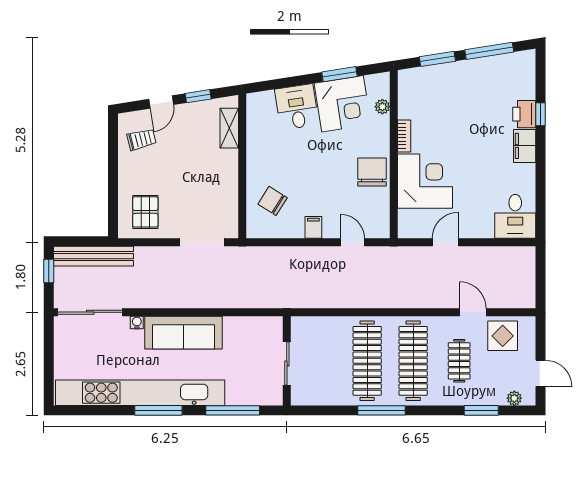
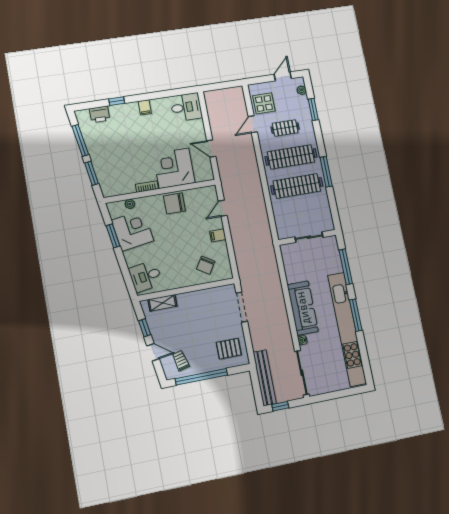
desk: (297, 107) -> (146, 276), moved
printer: (524, 114) -> (100, 114), moved
filing cabinet: (525, 146) -> (145, 107), width x0.50
window: (113, 165) -> (201, 377), added

